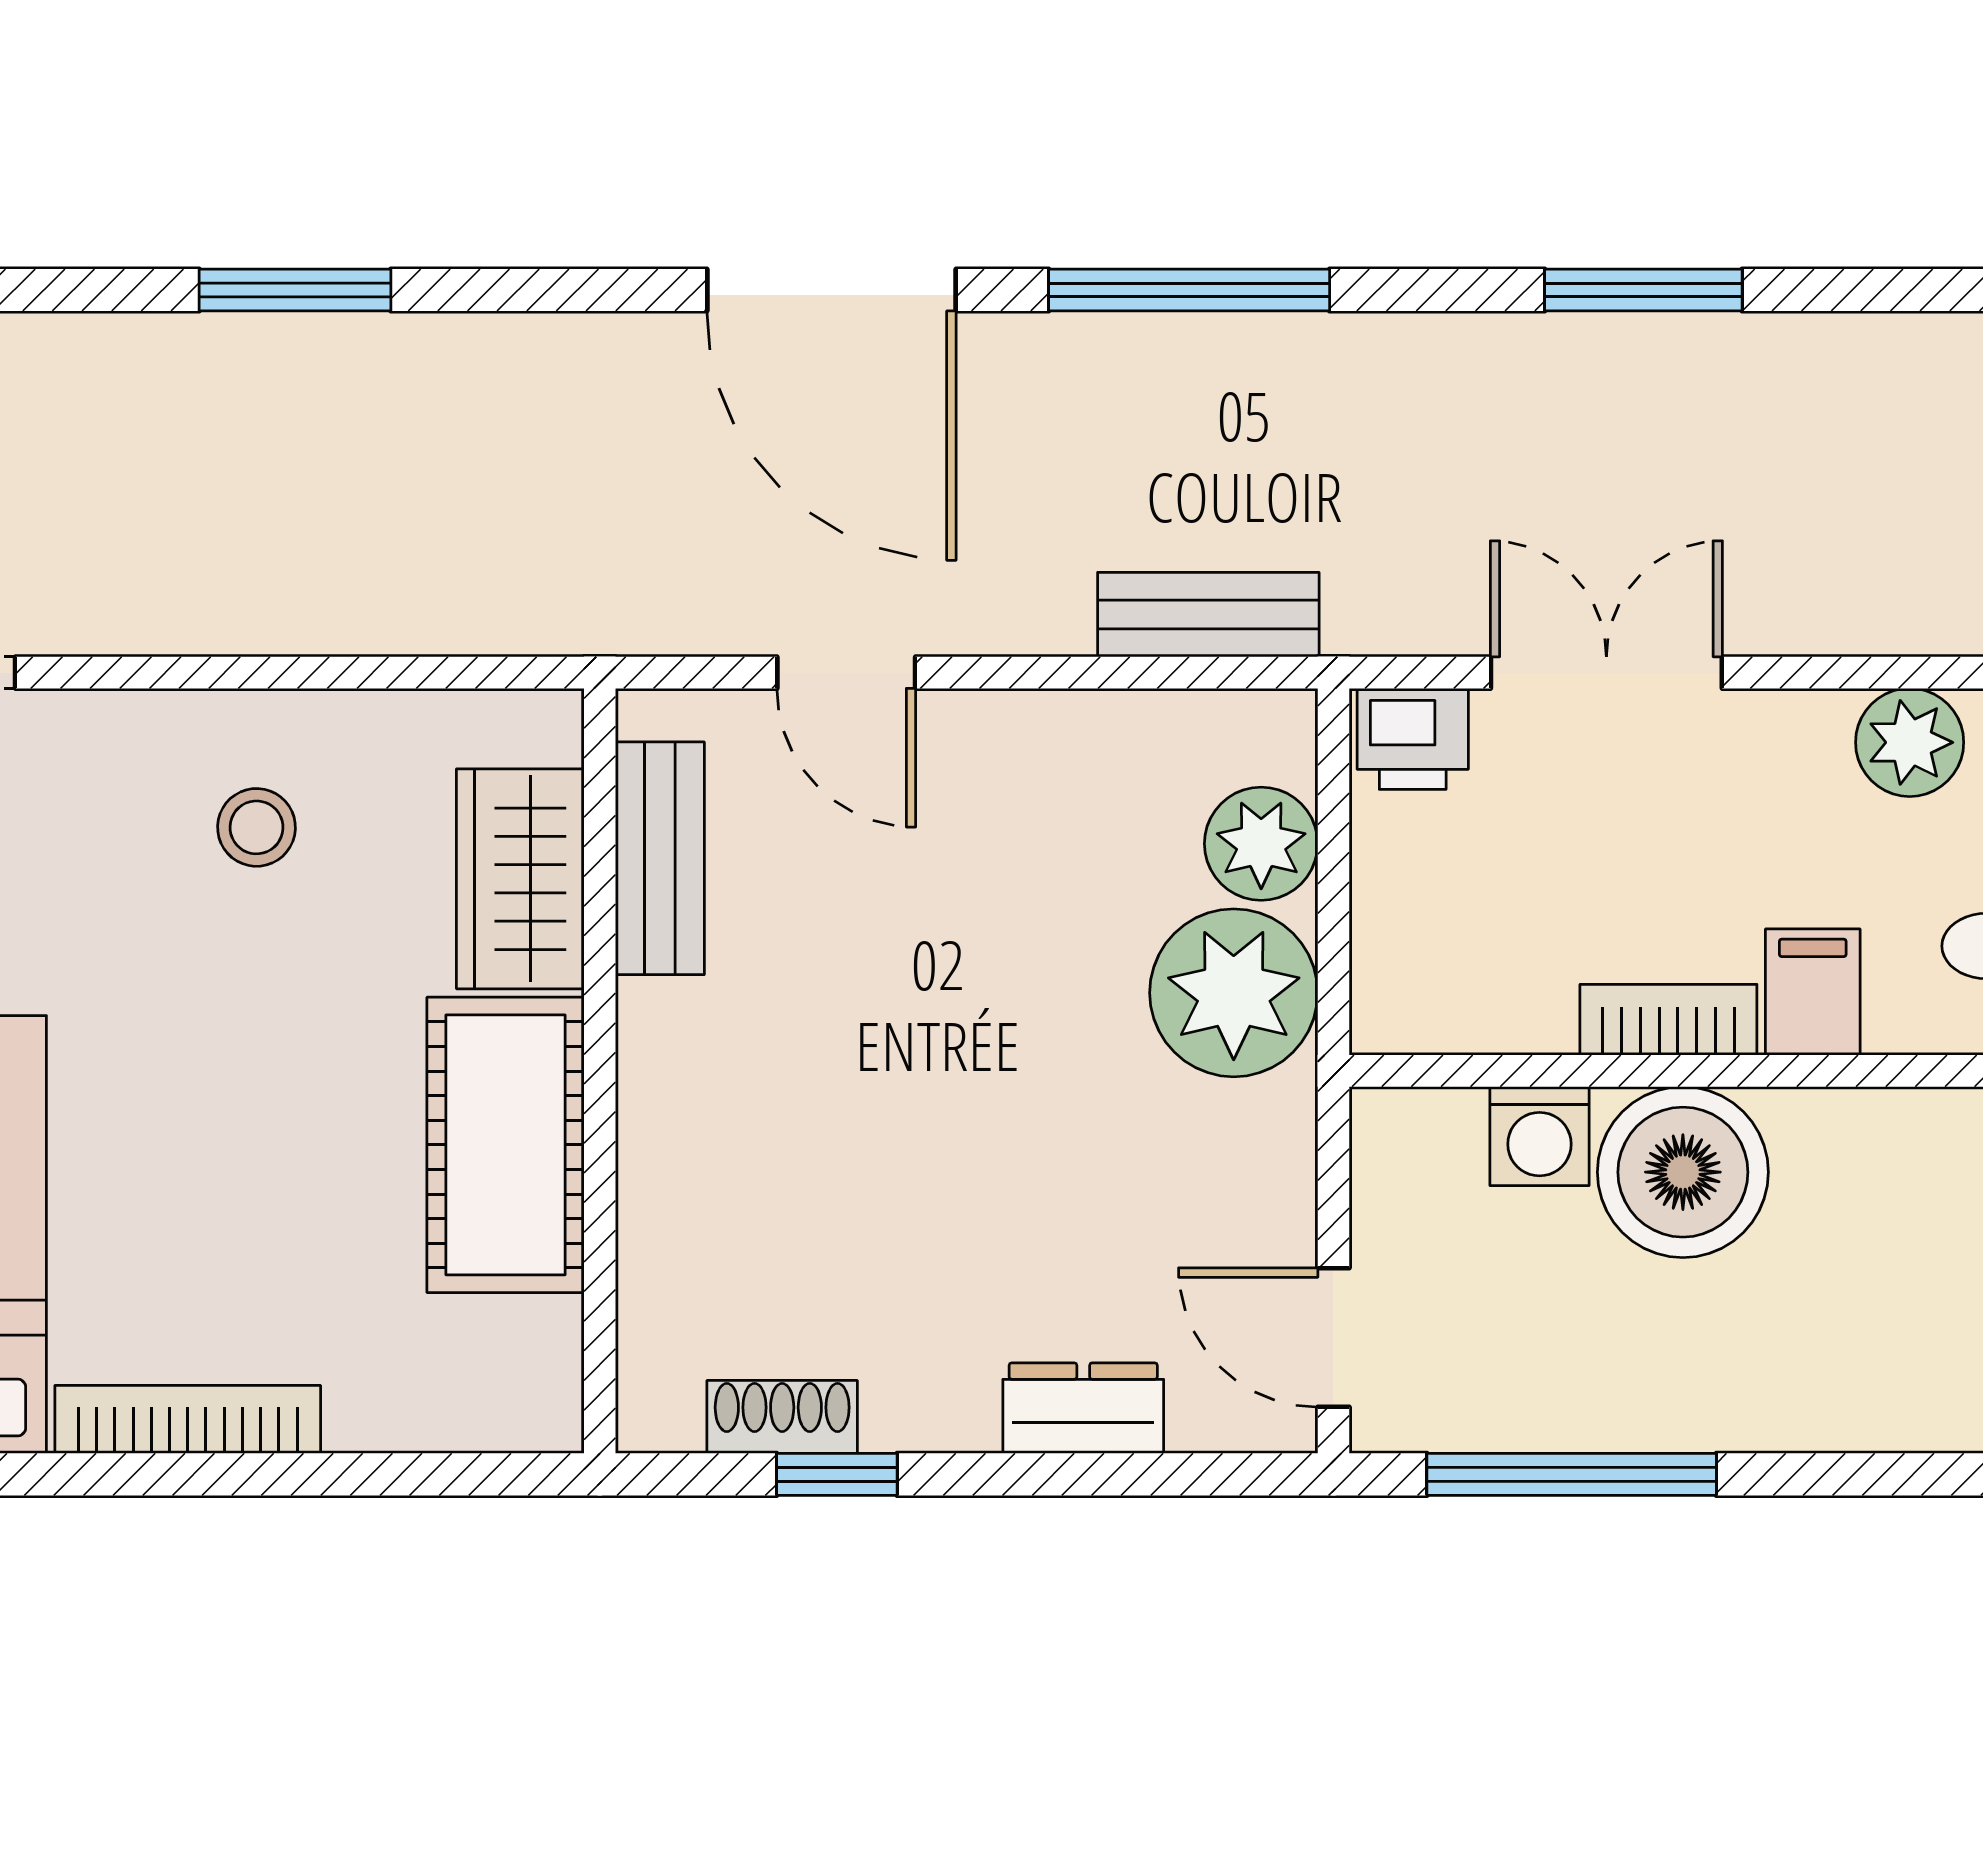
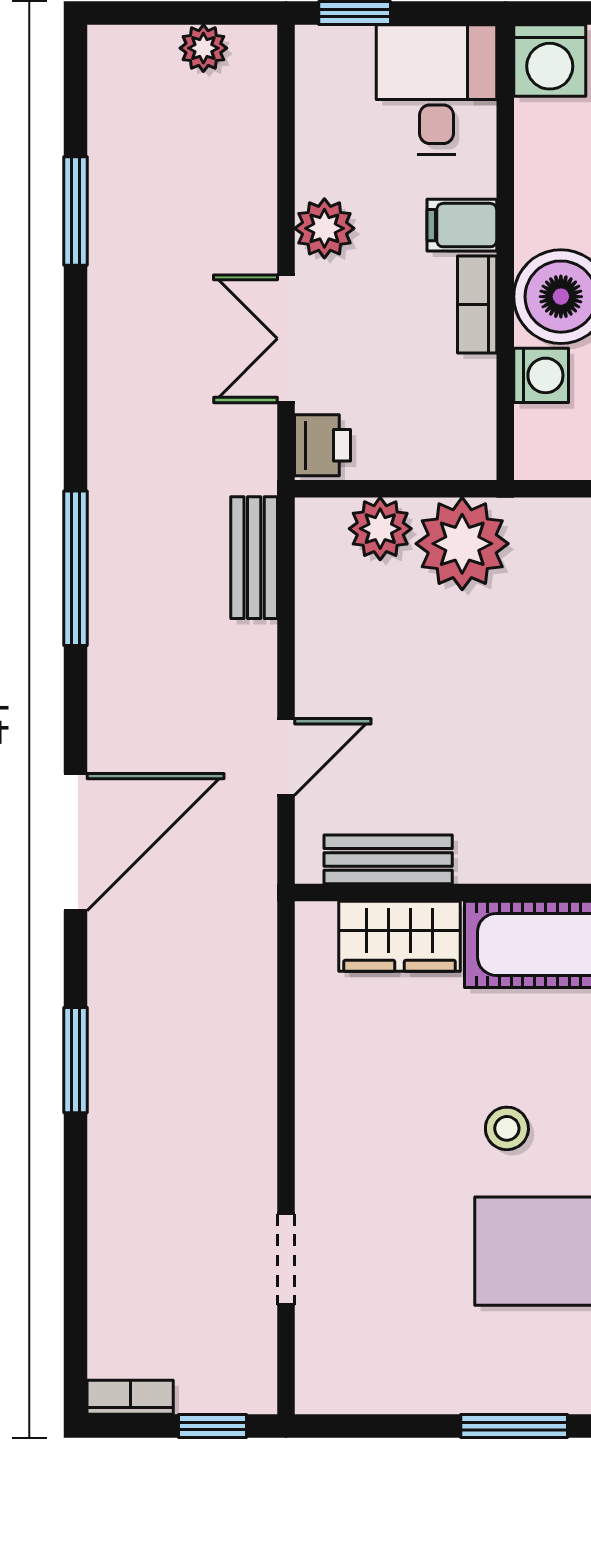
door: (831, 290) -> (76, 842), moved
window: (1643, 290) -> (76, 211), moved
plant: (1910, 742) -> (324, 228), moved
stool: (256, 827) -> (507, 1128), moved

